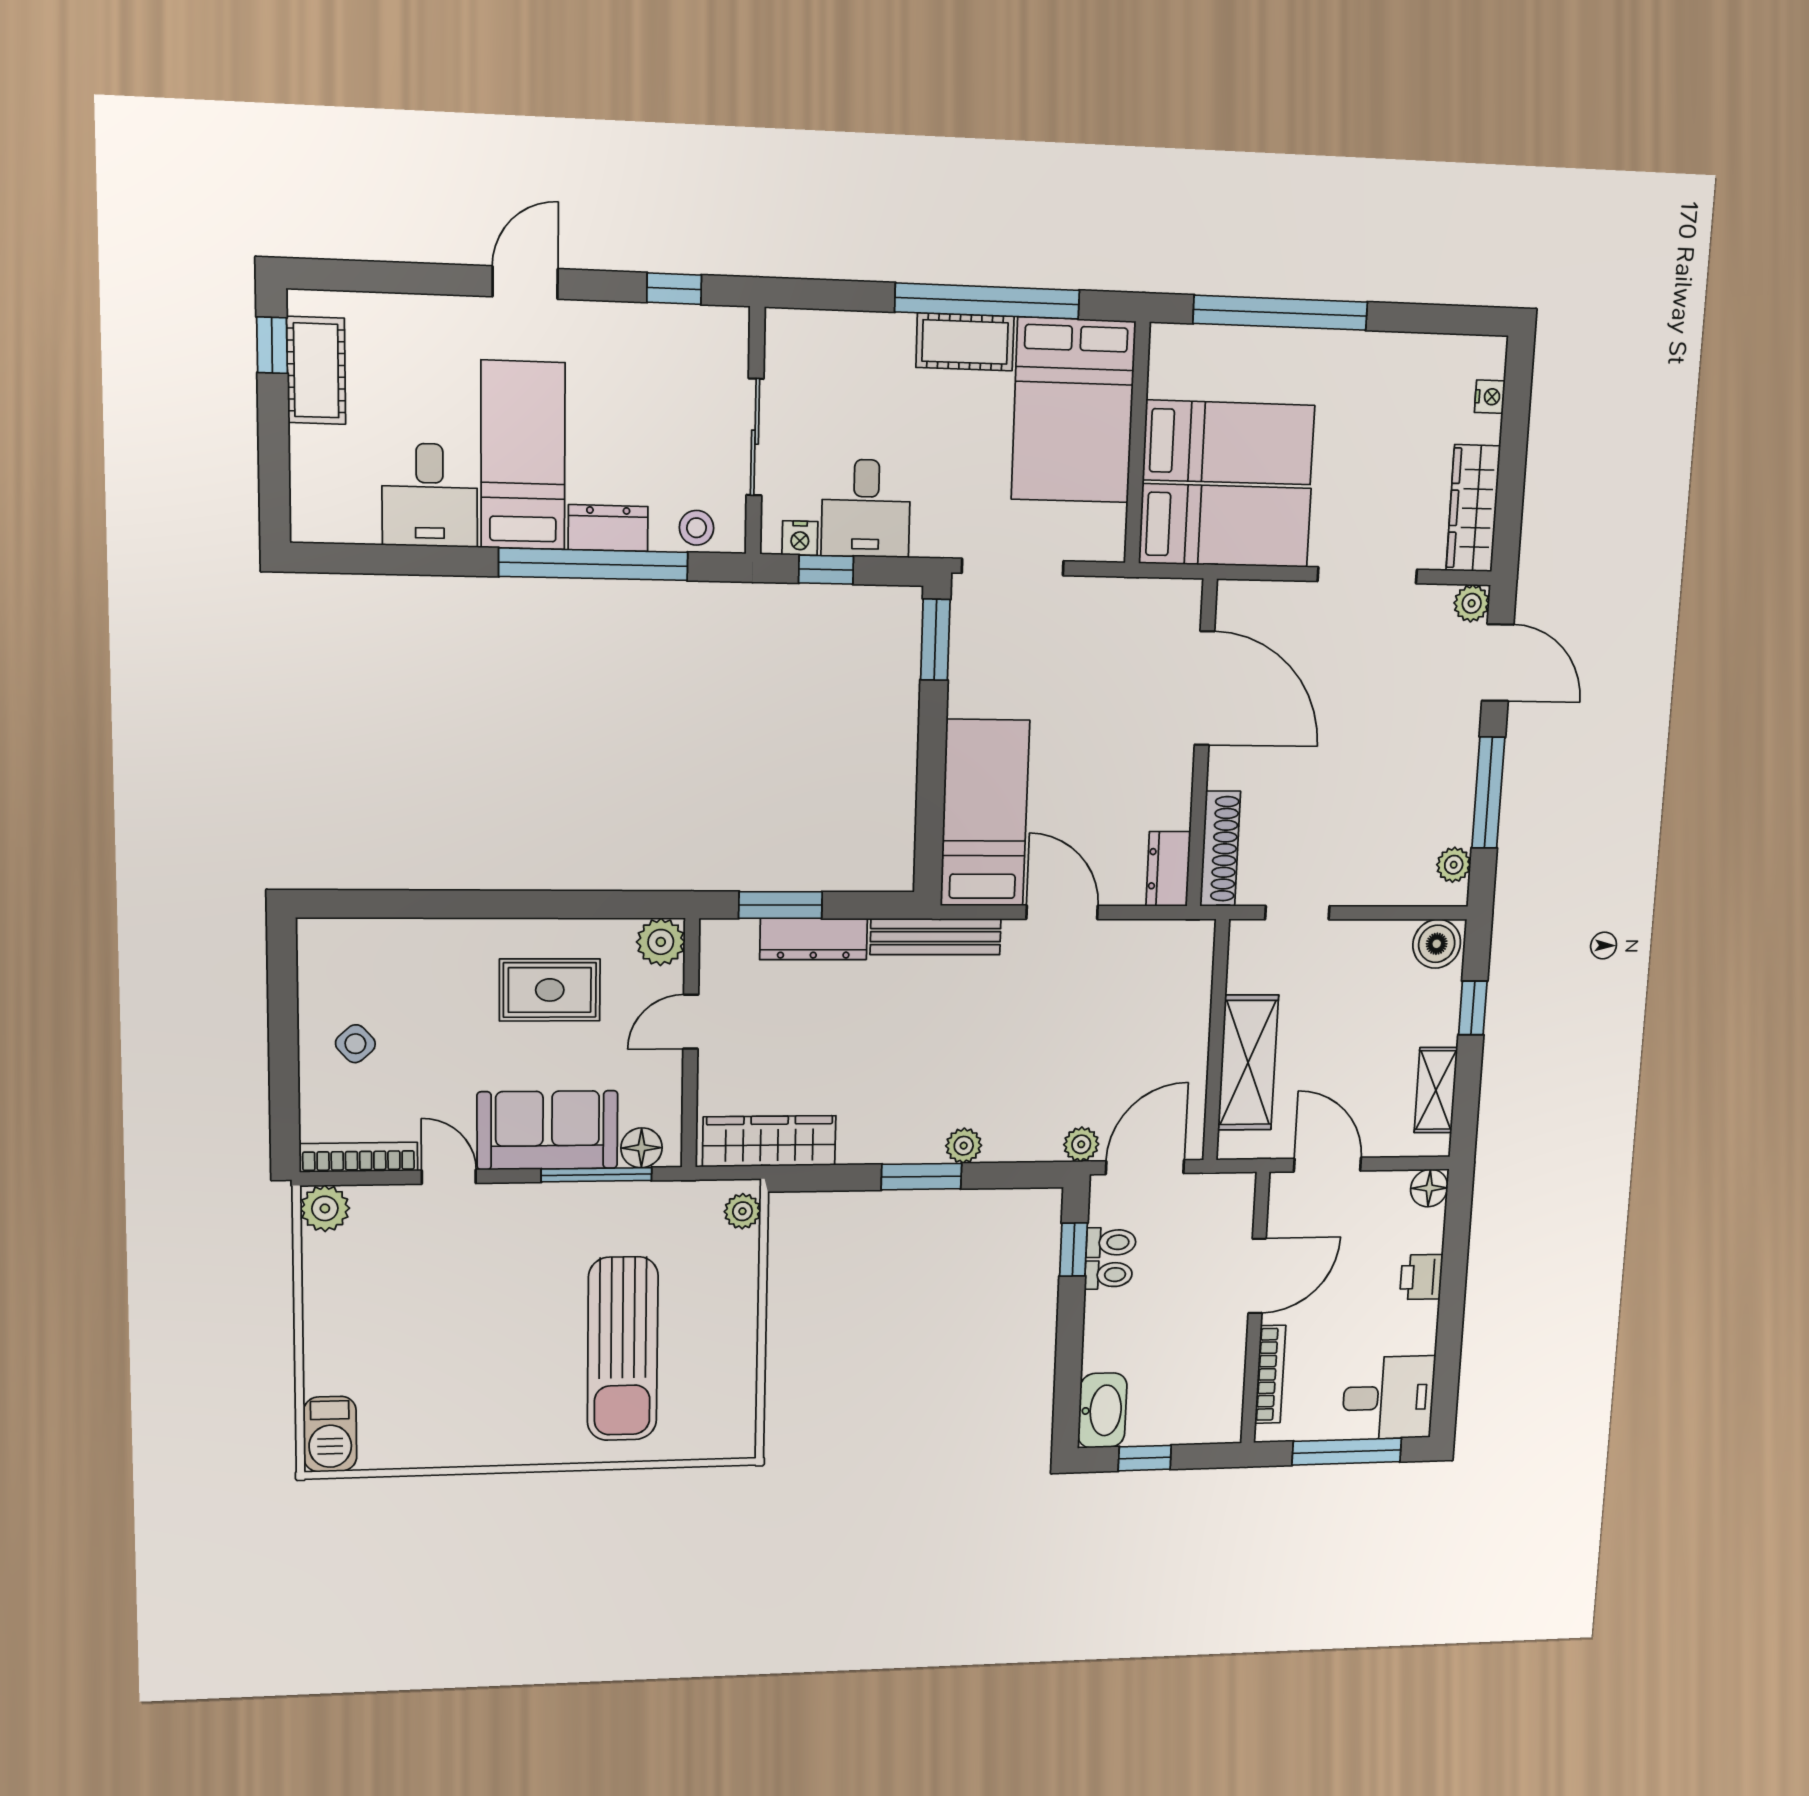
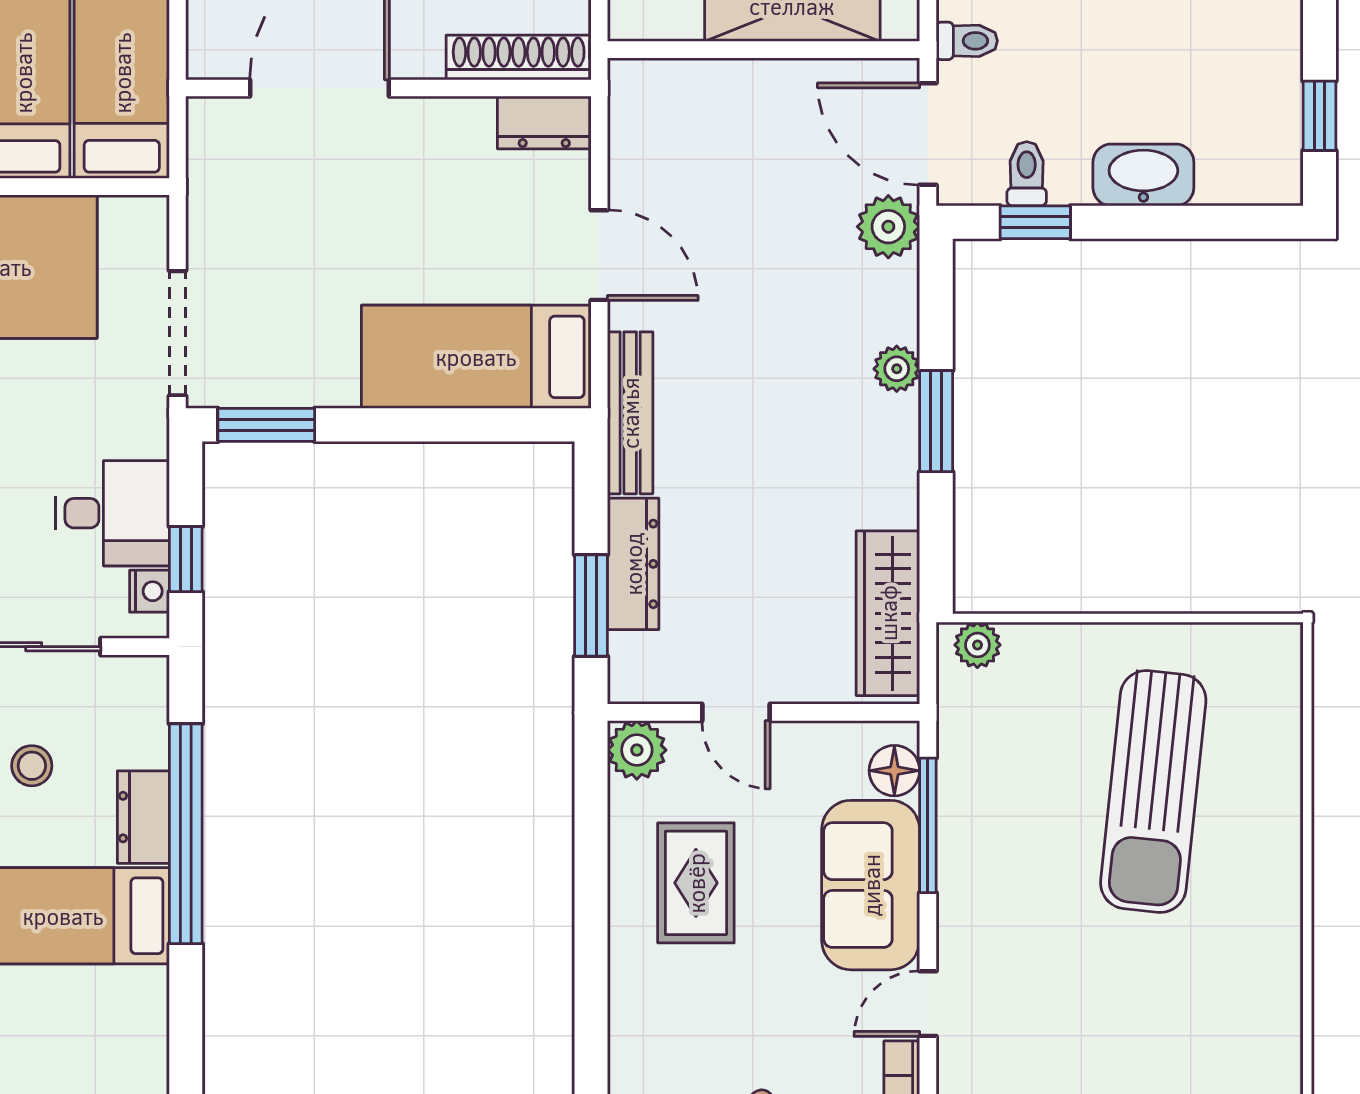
desk: (430, 495) -> (111, 1022), removed
stool: (697, 528) -> (32, 766), moved
door: (1062, 912) -> (599, 255), swing flipped
plant: (1081, 1144) -> (888, 227), width x1.38, depth x1.38
toilet: (1108, 1275) -> (967, 41), moved, turned 90
sun lounger: (623, 1349) -> (1153, 791), turned 96
washbasin: (1102, 1410) -> (1143, 175), moved

